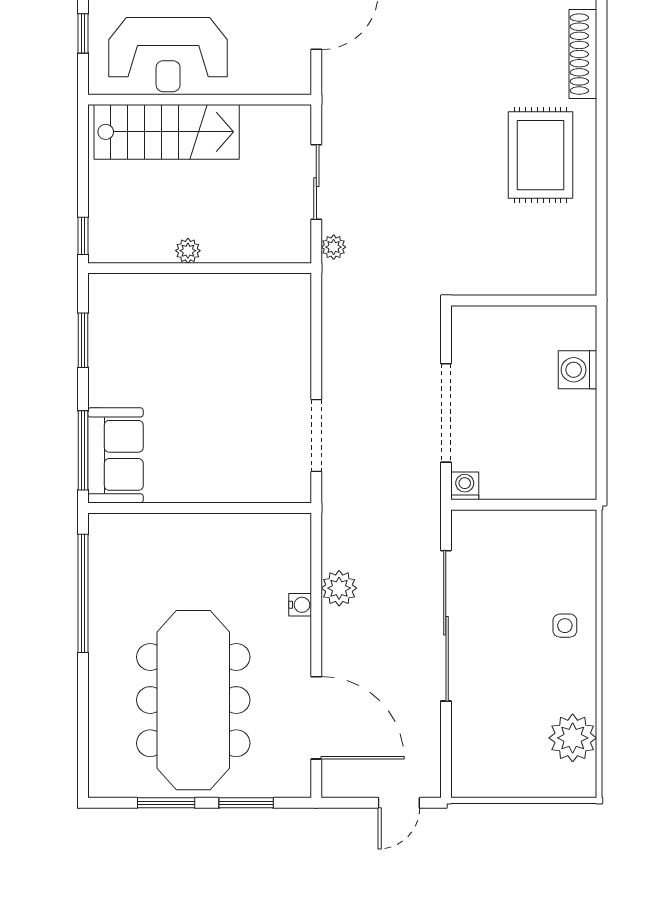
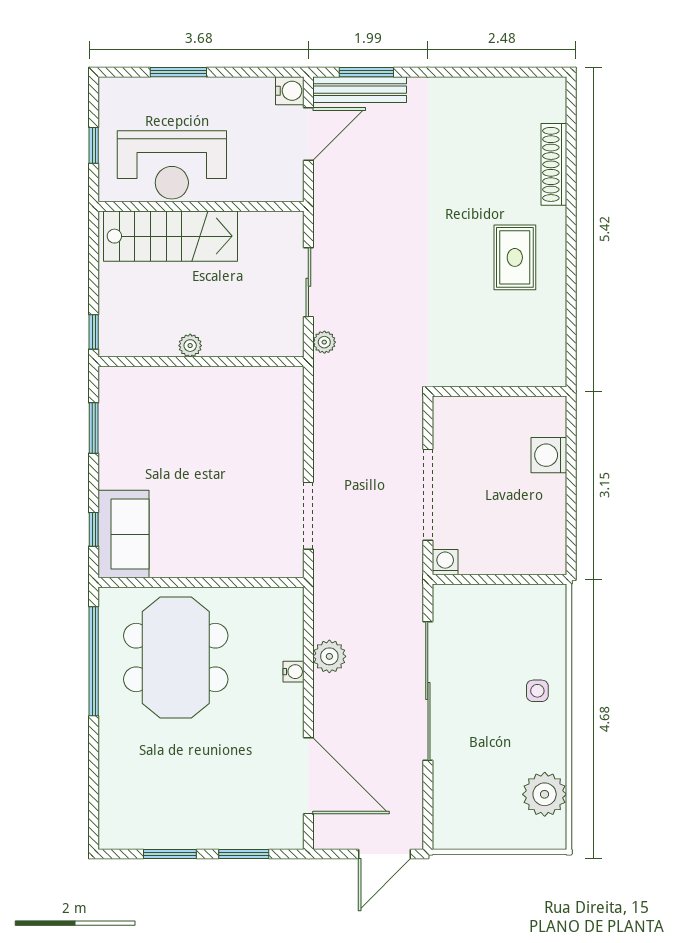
rug: (540, 155) -> (515, 257), width x0.73, depth x0.70
window: (83, 450) -> (94, 529), width x0.46
meeting table: (193, 700) -> (176, 657), moved, width x0.73
door: (399, 803) -> (385, 854), width x1.38

